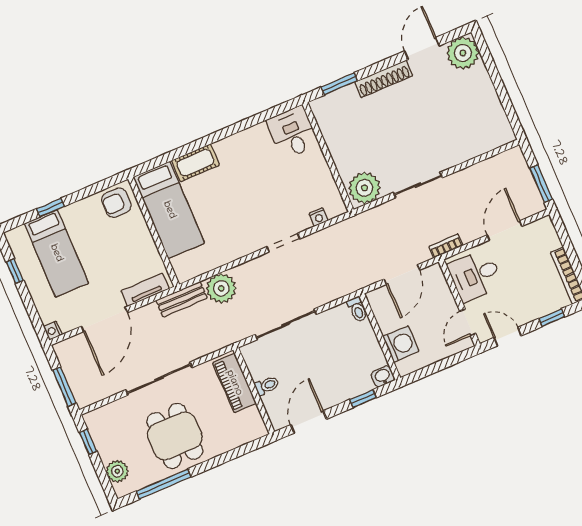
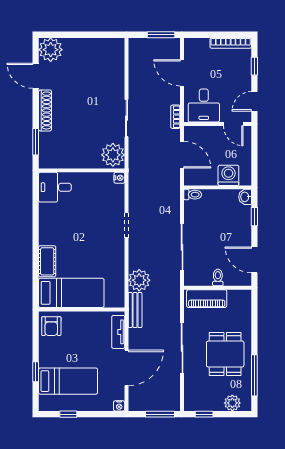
nightstand: (319, 217) -> (119, 178), moved
door: (104, 319) -> (126, 368), hinge flipped
dining table: (175, 436) -> (225, 354), turned 90

